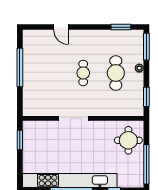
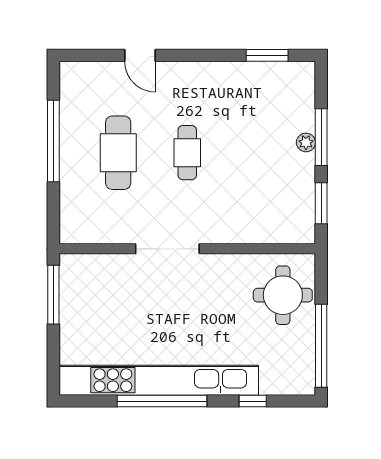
window: (146, 47) -> (321, 137), moved
cafe table: (116, 73) -> (118, 153), moved
window: (20, 140) -> (53, 295), width x1.44

